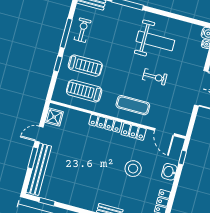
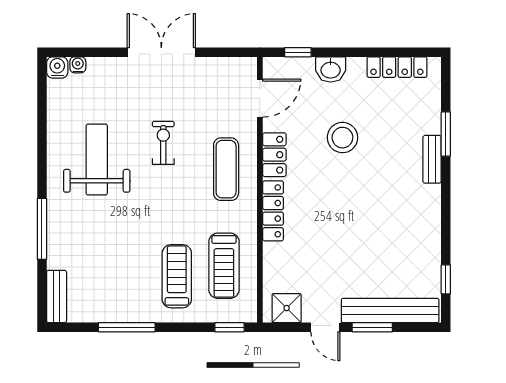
exercise bike: (83, 30) -> (113, 299), removed
window: (58, 64) -> (229, 327), moved

